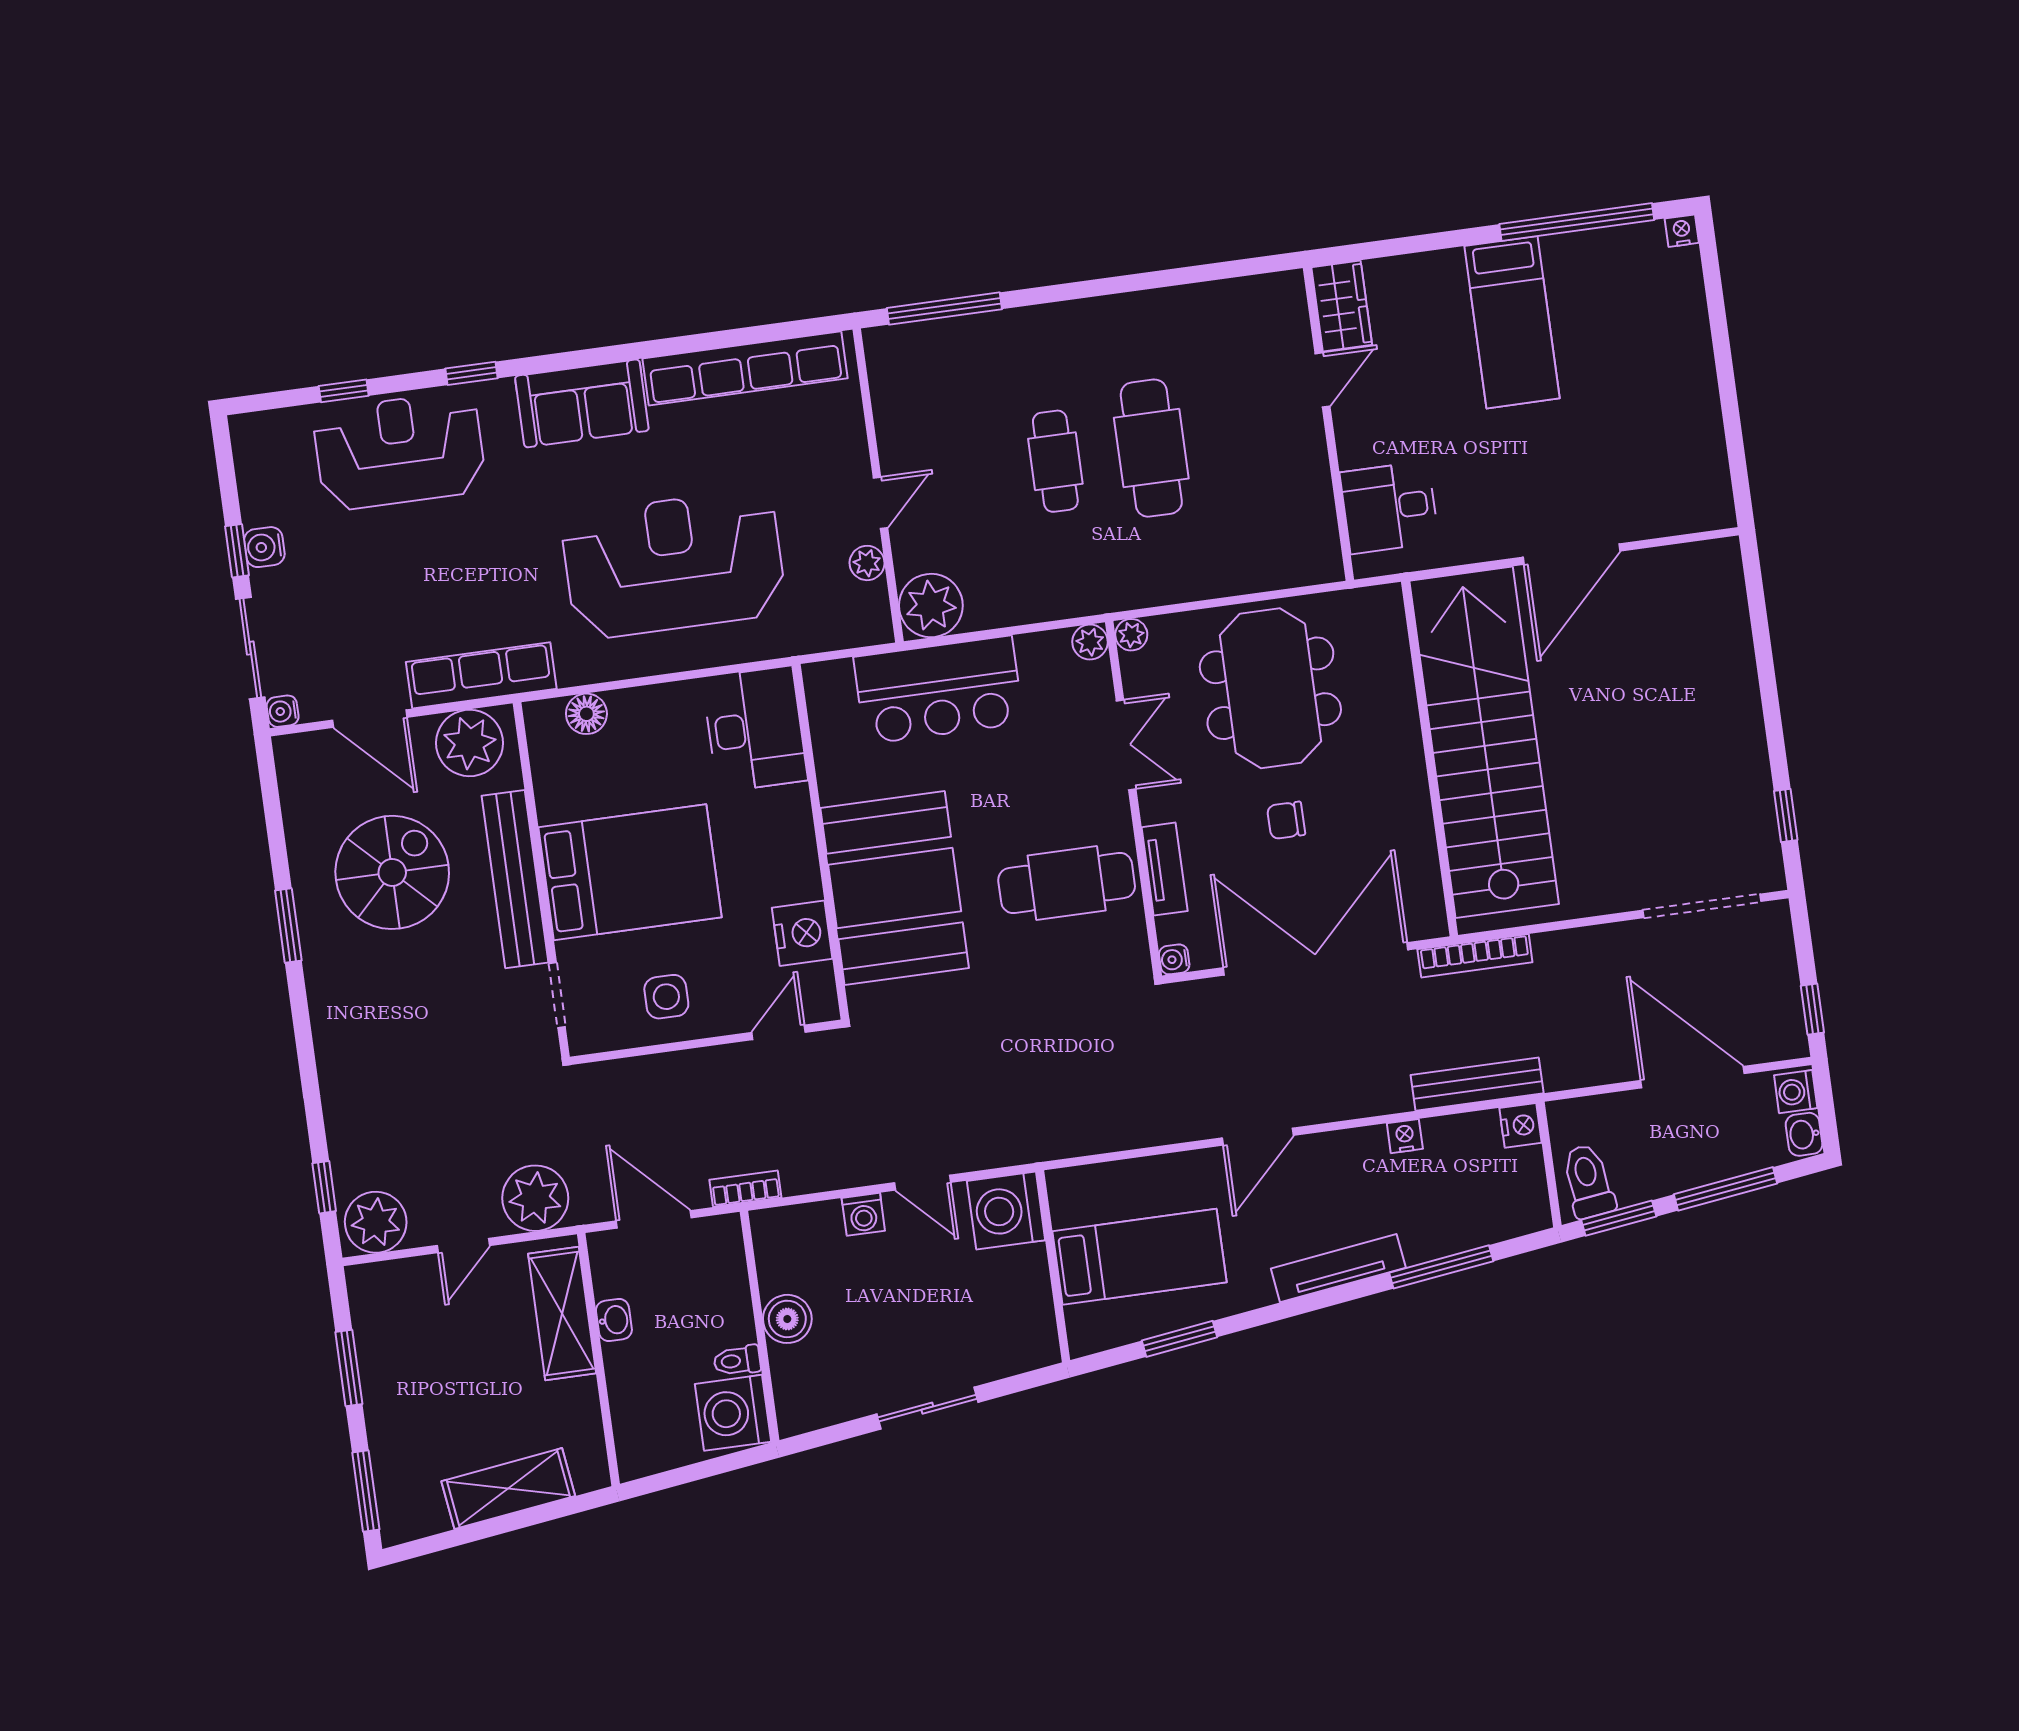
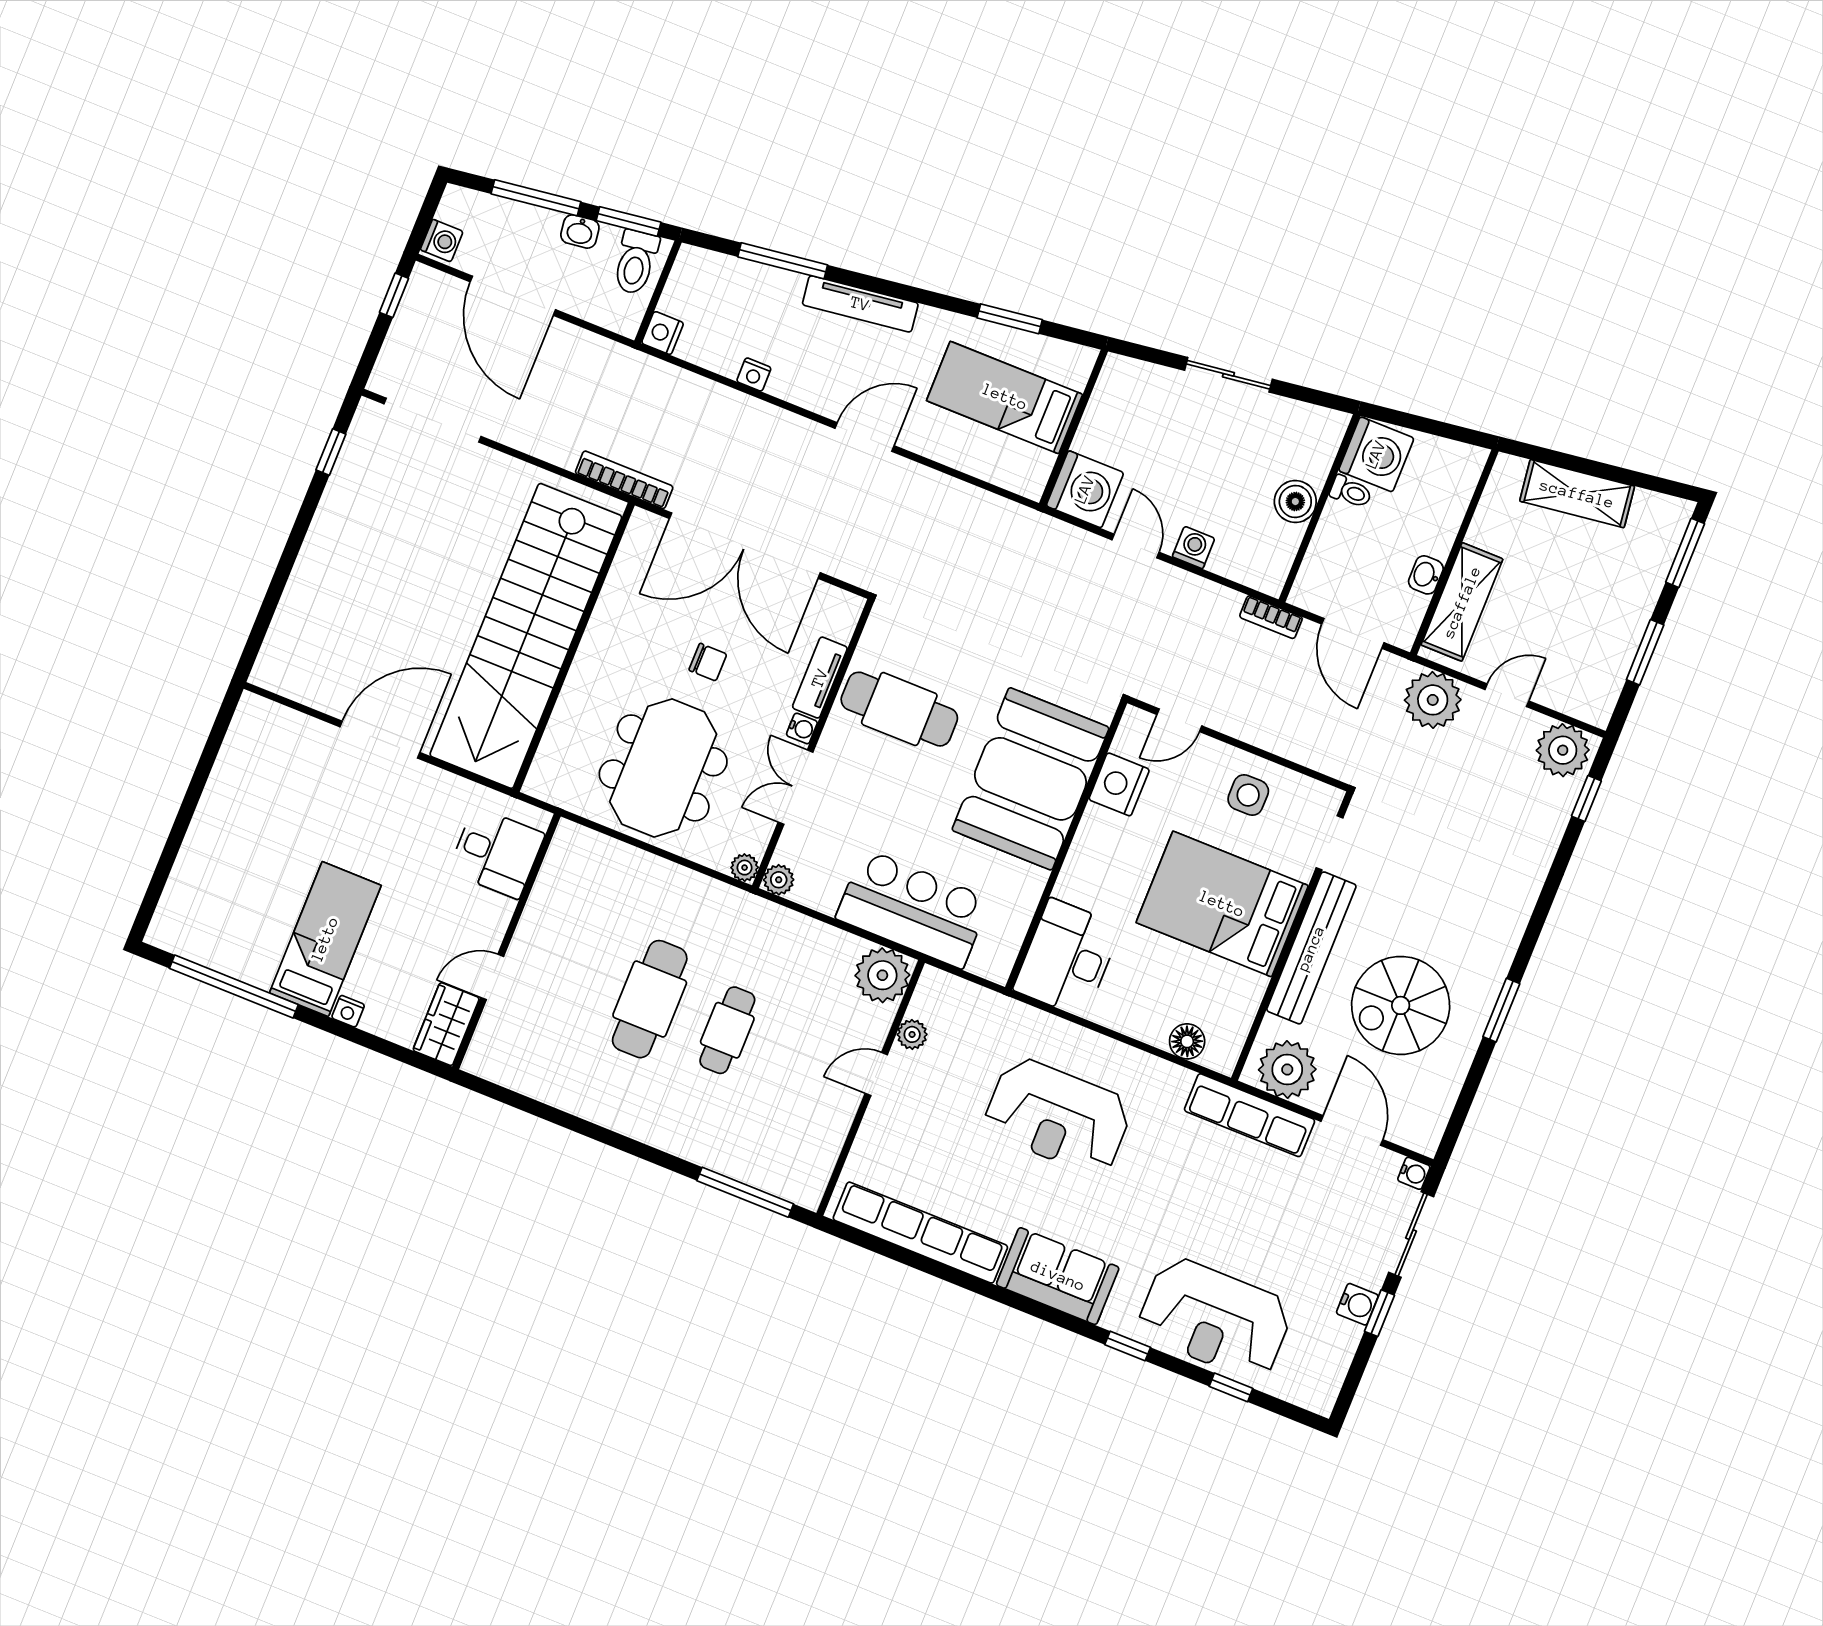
nightstand: (1682, 231) -> (348, 1011), moved
reception desk: (674, 564) -> (1058, 1116), width x0.74, depth x0.77
water cooler: (1174, 959) -> (802, 728), moved
bench: (1477, 1084) -> (677, 383), removed
washbasin: (1804, 1134) -> (580, 231), moved, turned 82

